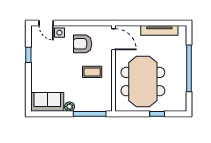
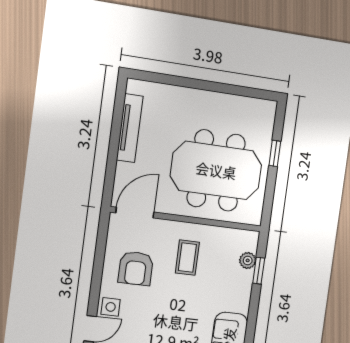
window: (189, 68) -> (204, 85), removed
plant: (70, 107) -> (248, 260), moved
window: (90, 114) -> (259, 271), width x0.46

